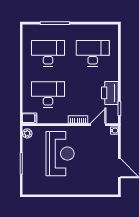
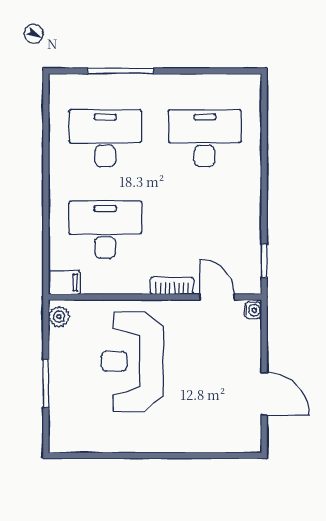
printer: (110, 93) -> (243, 226), removed
door: (98, 125) -> (217, 297), hinge flipped
reception desk: (60, 154) -> (132, 361), turned 180

